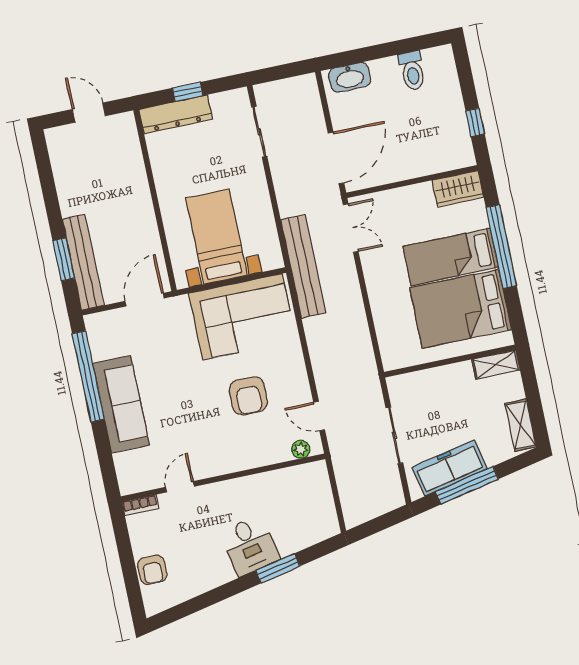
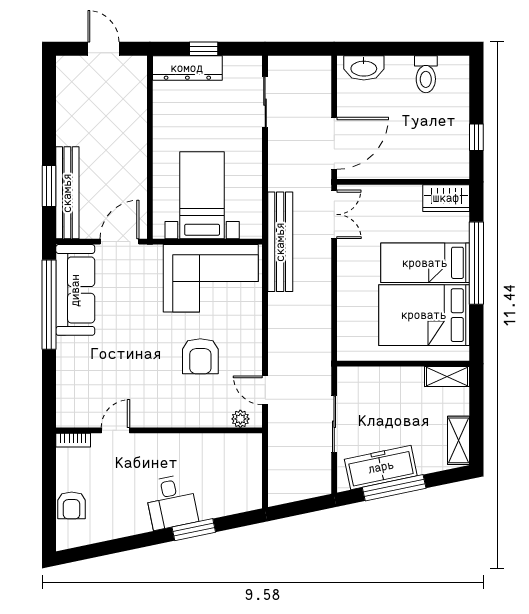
sofa: (121, 404) -> (75, 290), moved

